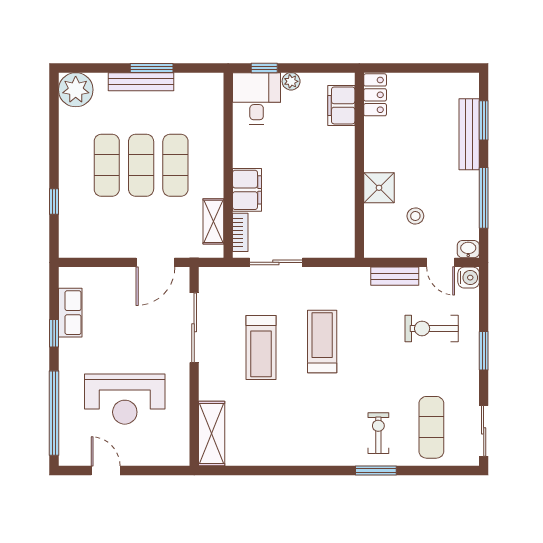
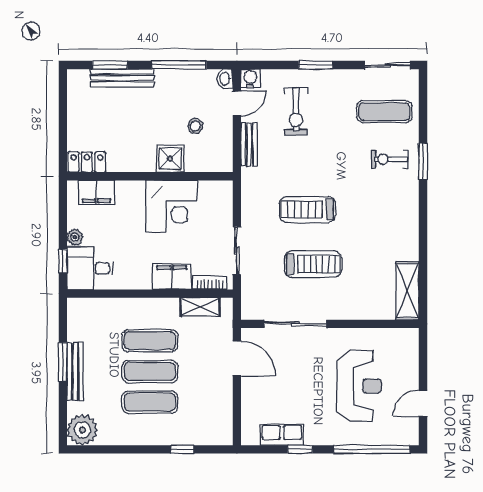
corner desk: (326, 189) -> (171, 206), added
shelving: (212, 434) -> (407, 291), moved, turned 90

